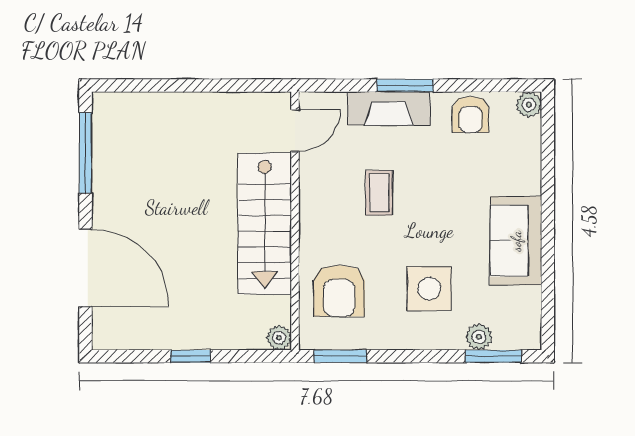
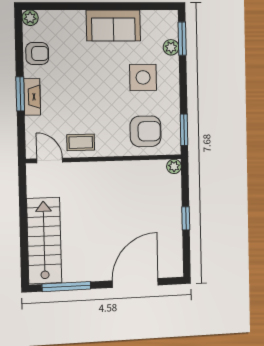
fireplace: (389, 109) -> (32, 97), width x0.73, depth x0.76
coffee table: (379, 193) -> (81, 142), moved
stairs: (265, 224) -> (44, 241), moved, turned -90

